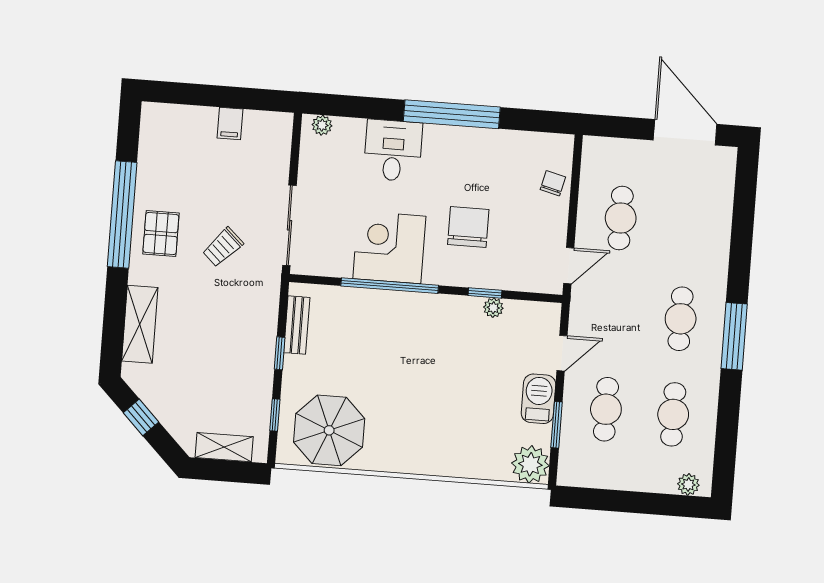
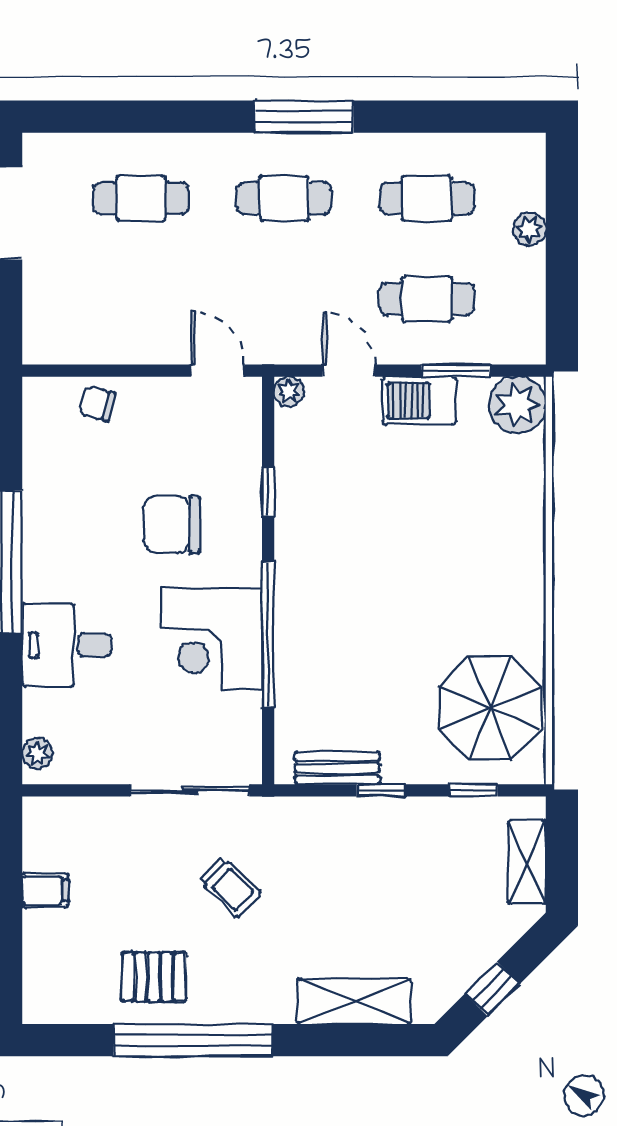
cafe table: (621, 218) -> (141, 198), moved
pallet: (161, 234) -> (154, 977), moved
plant: (493, 308) -> (289, 391), moved
plant: (688, 484) -> (529, 229), moved

